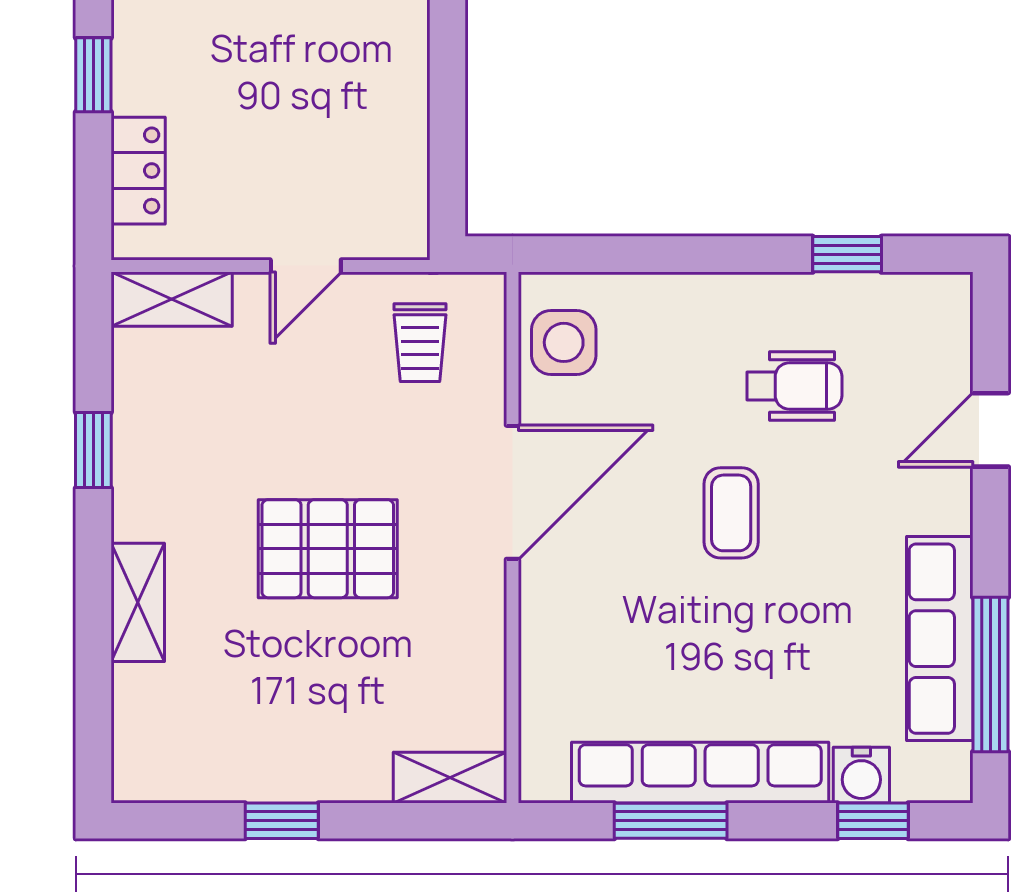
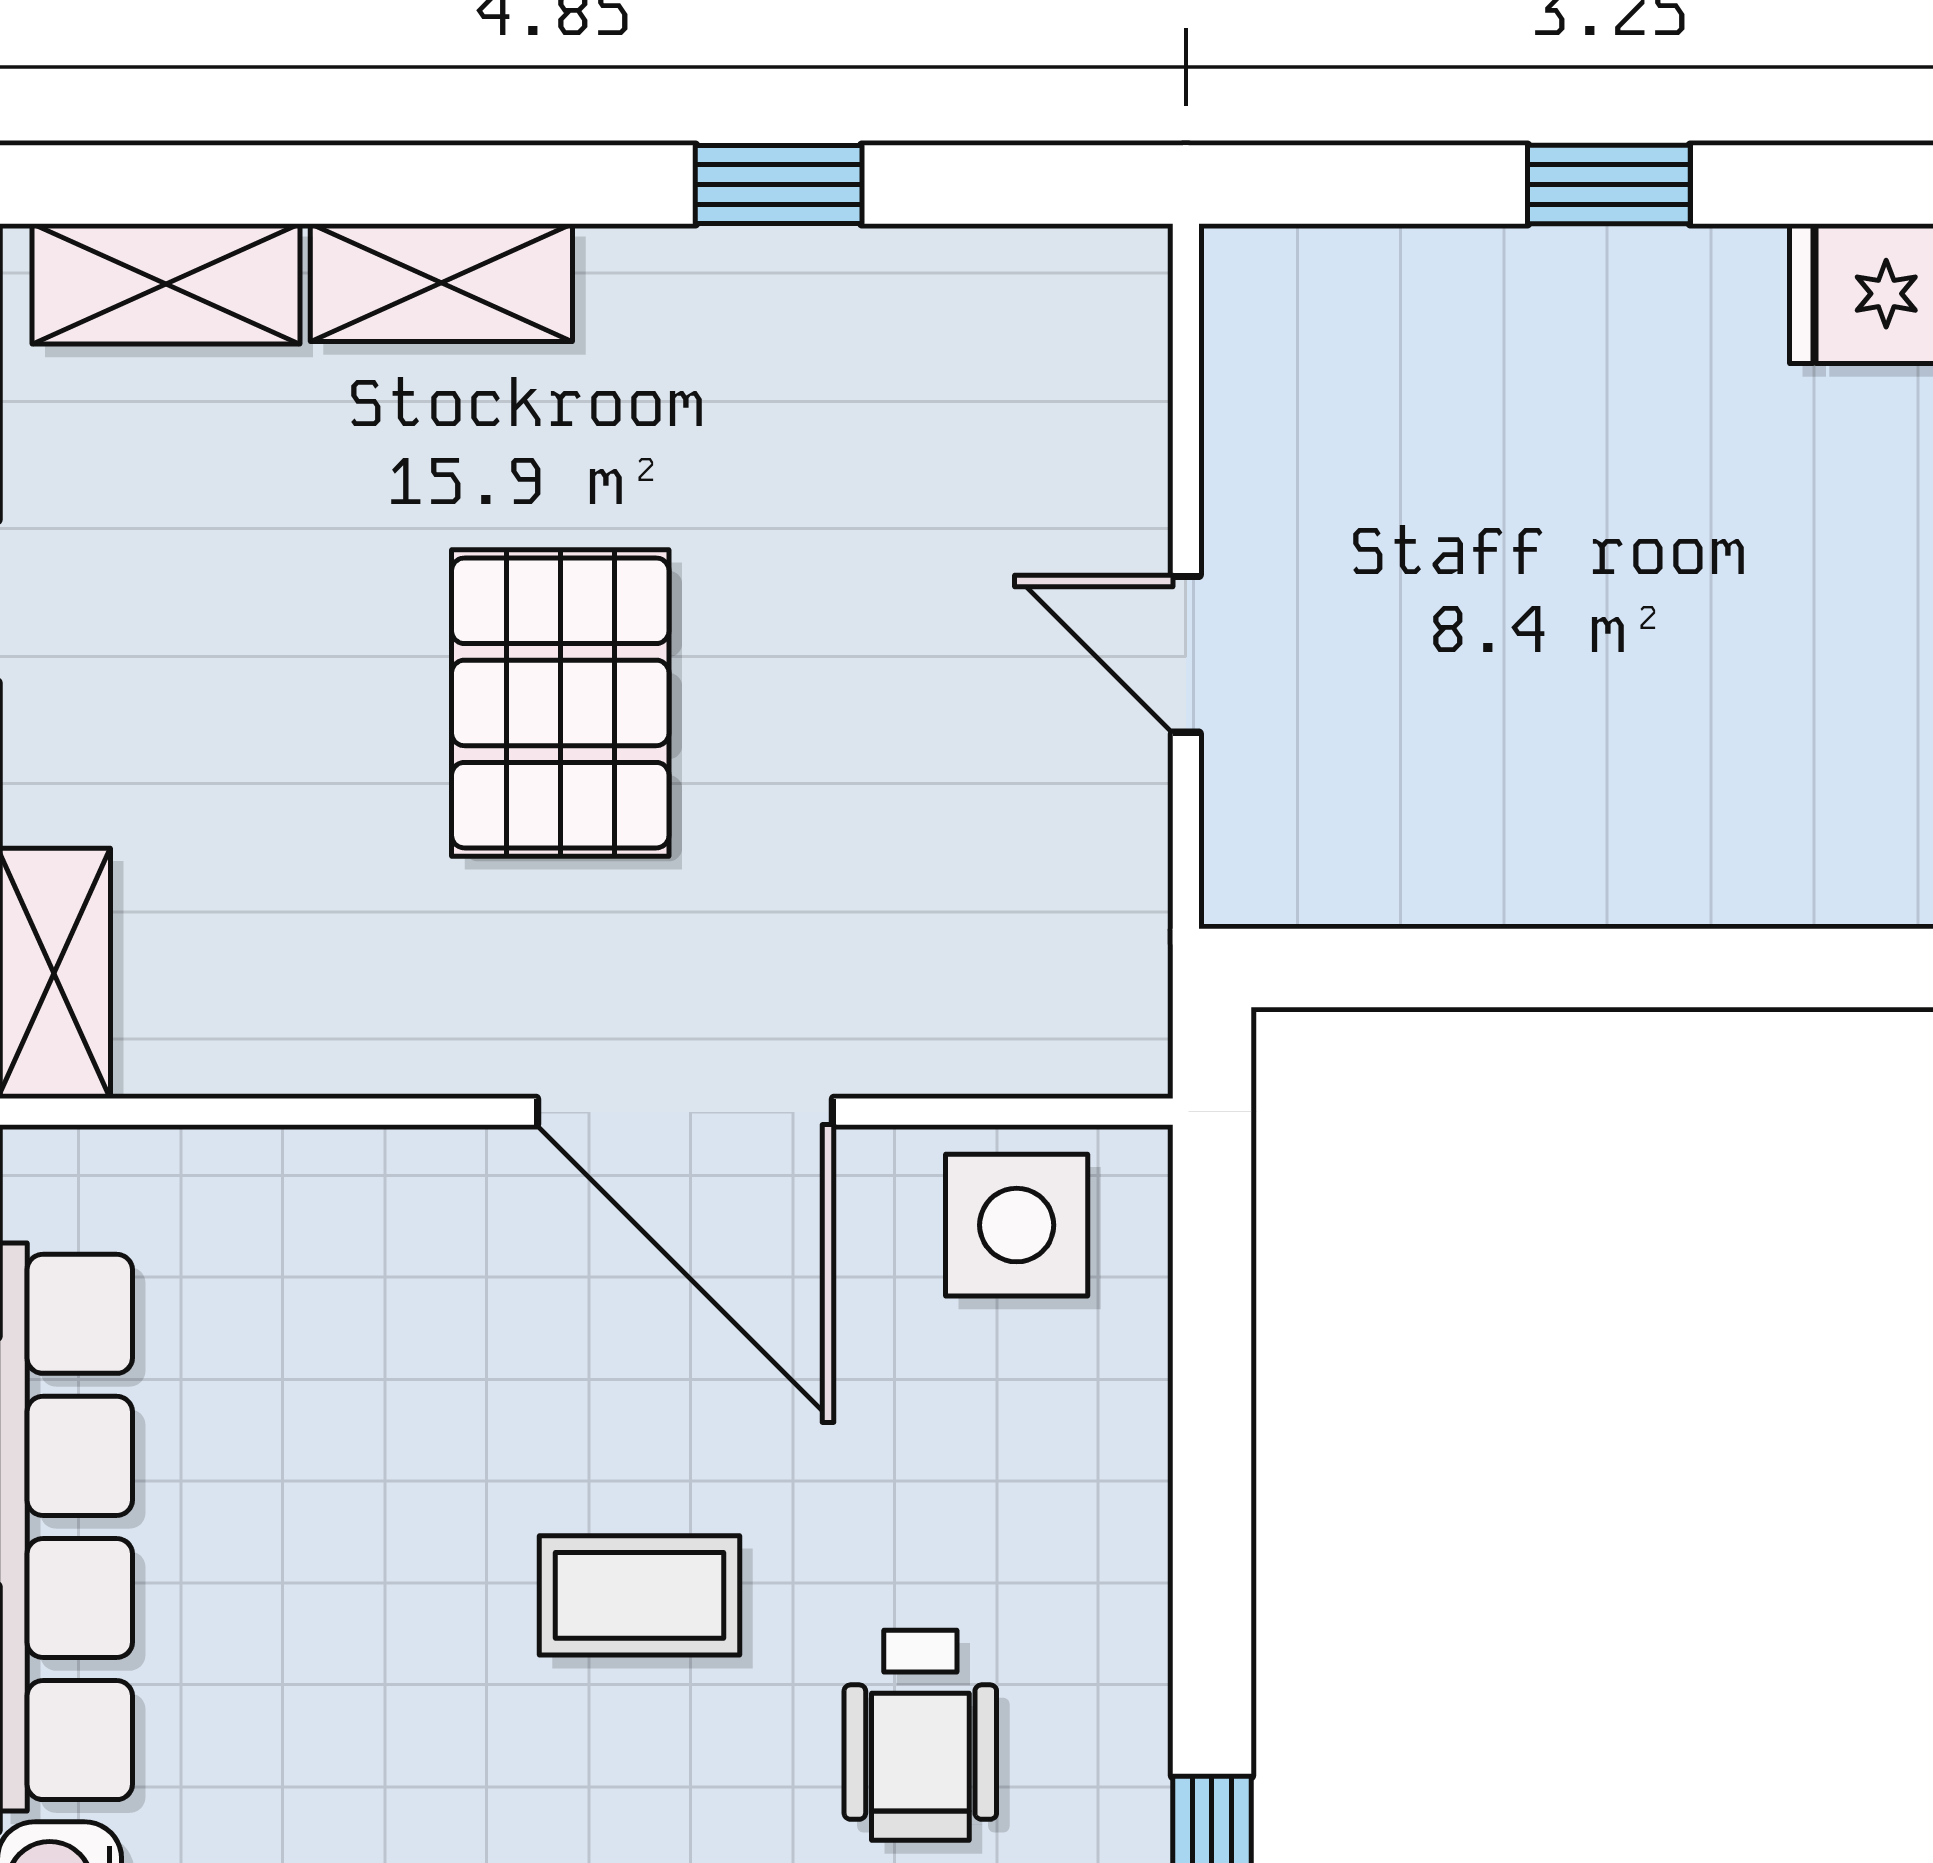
locker: (138, 171) -> (1397, 283), removed
shelving: (172, 299) -> (166, 284), moved, turned 90
trolley: (420, 343) -> (1016, 907), removed

